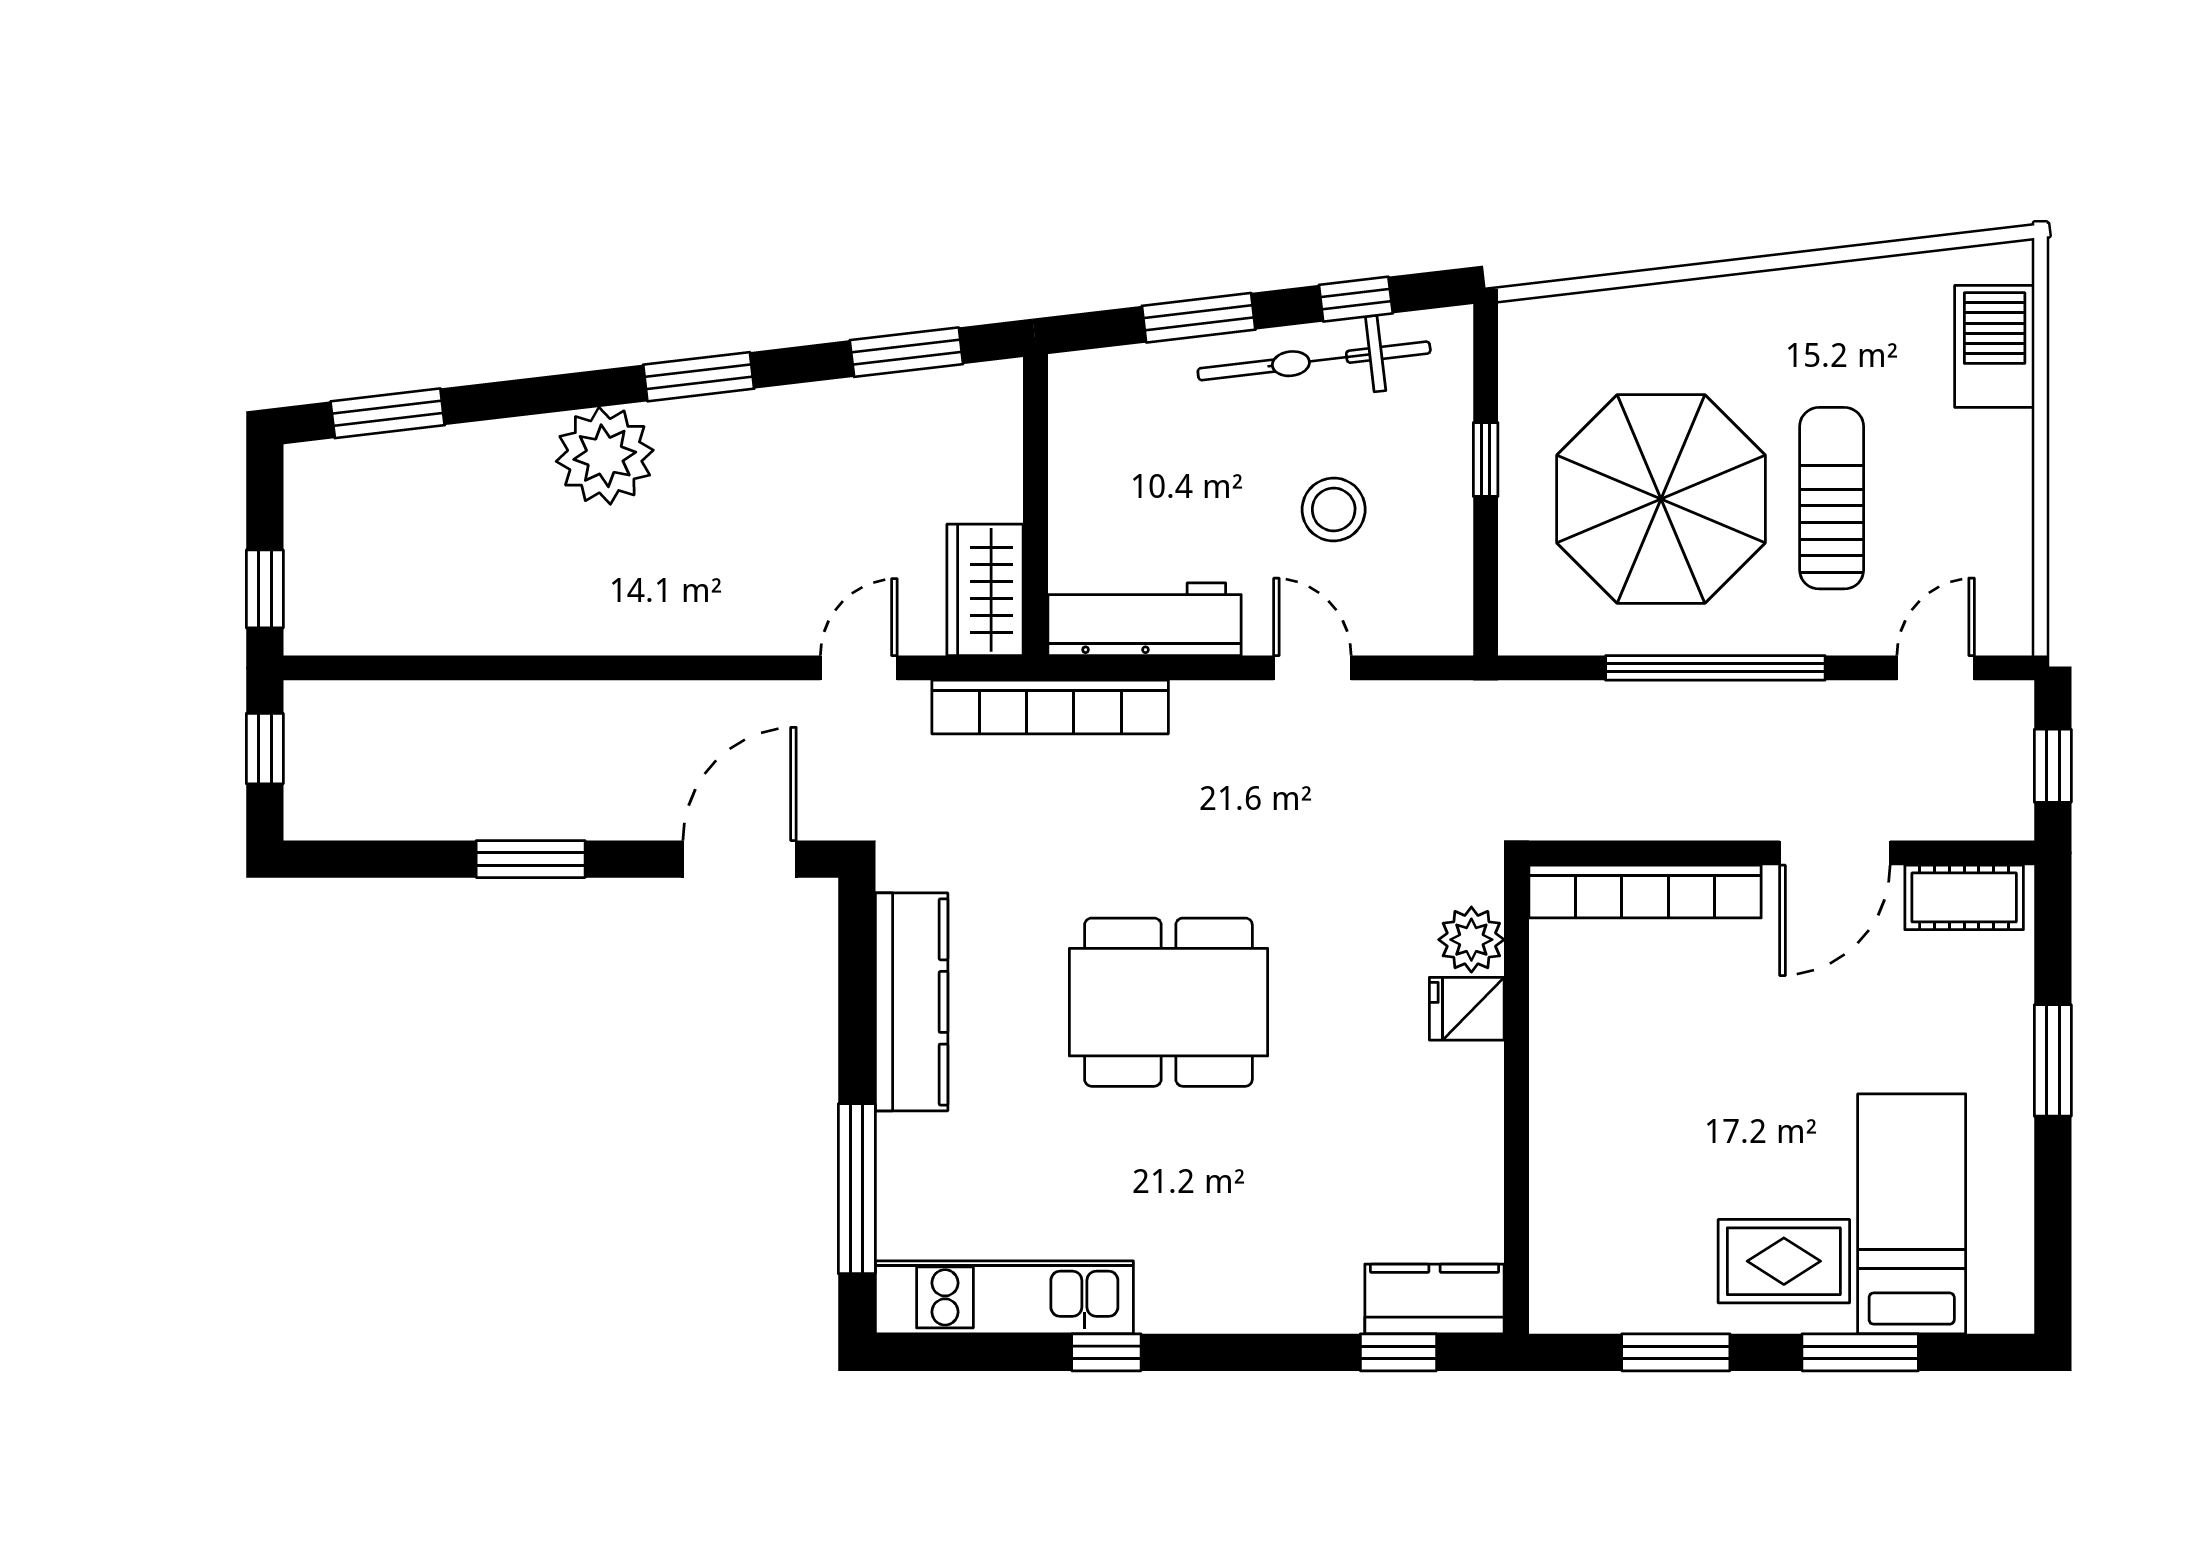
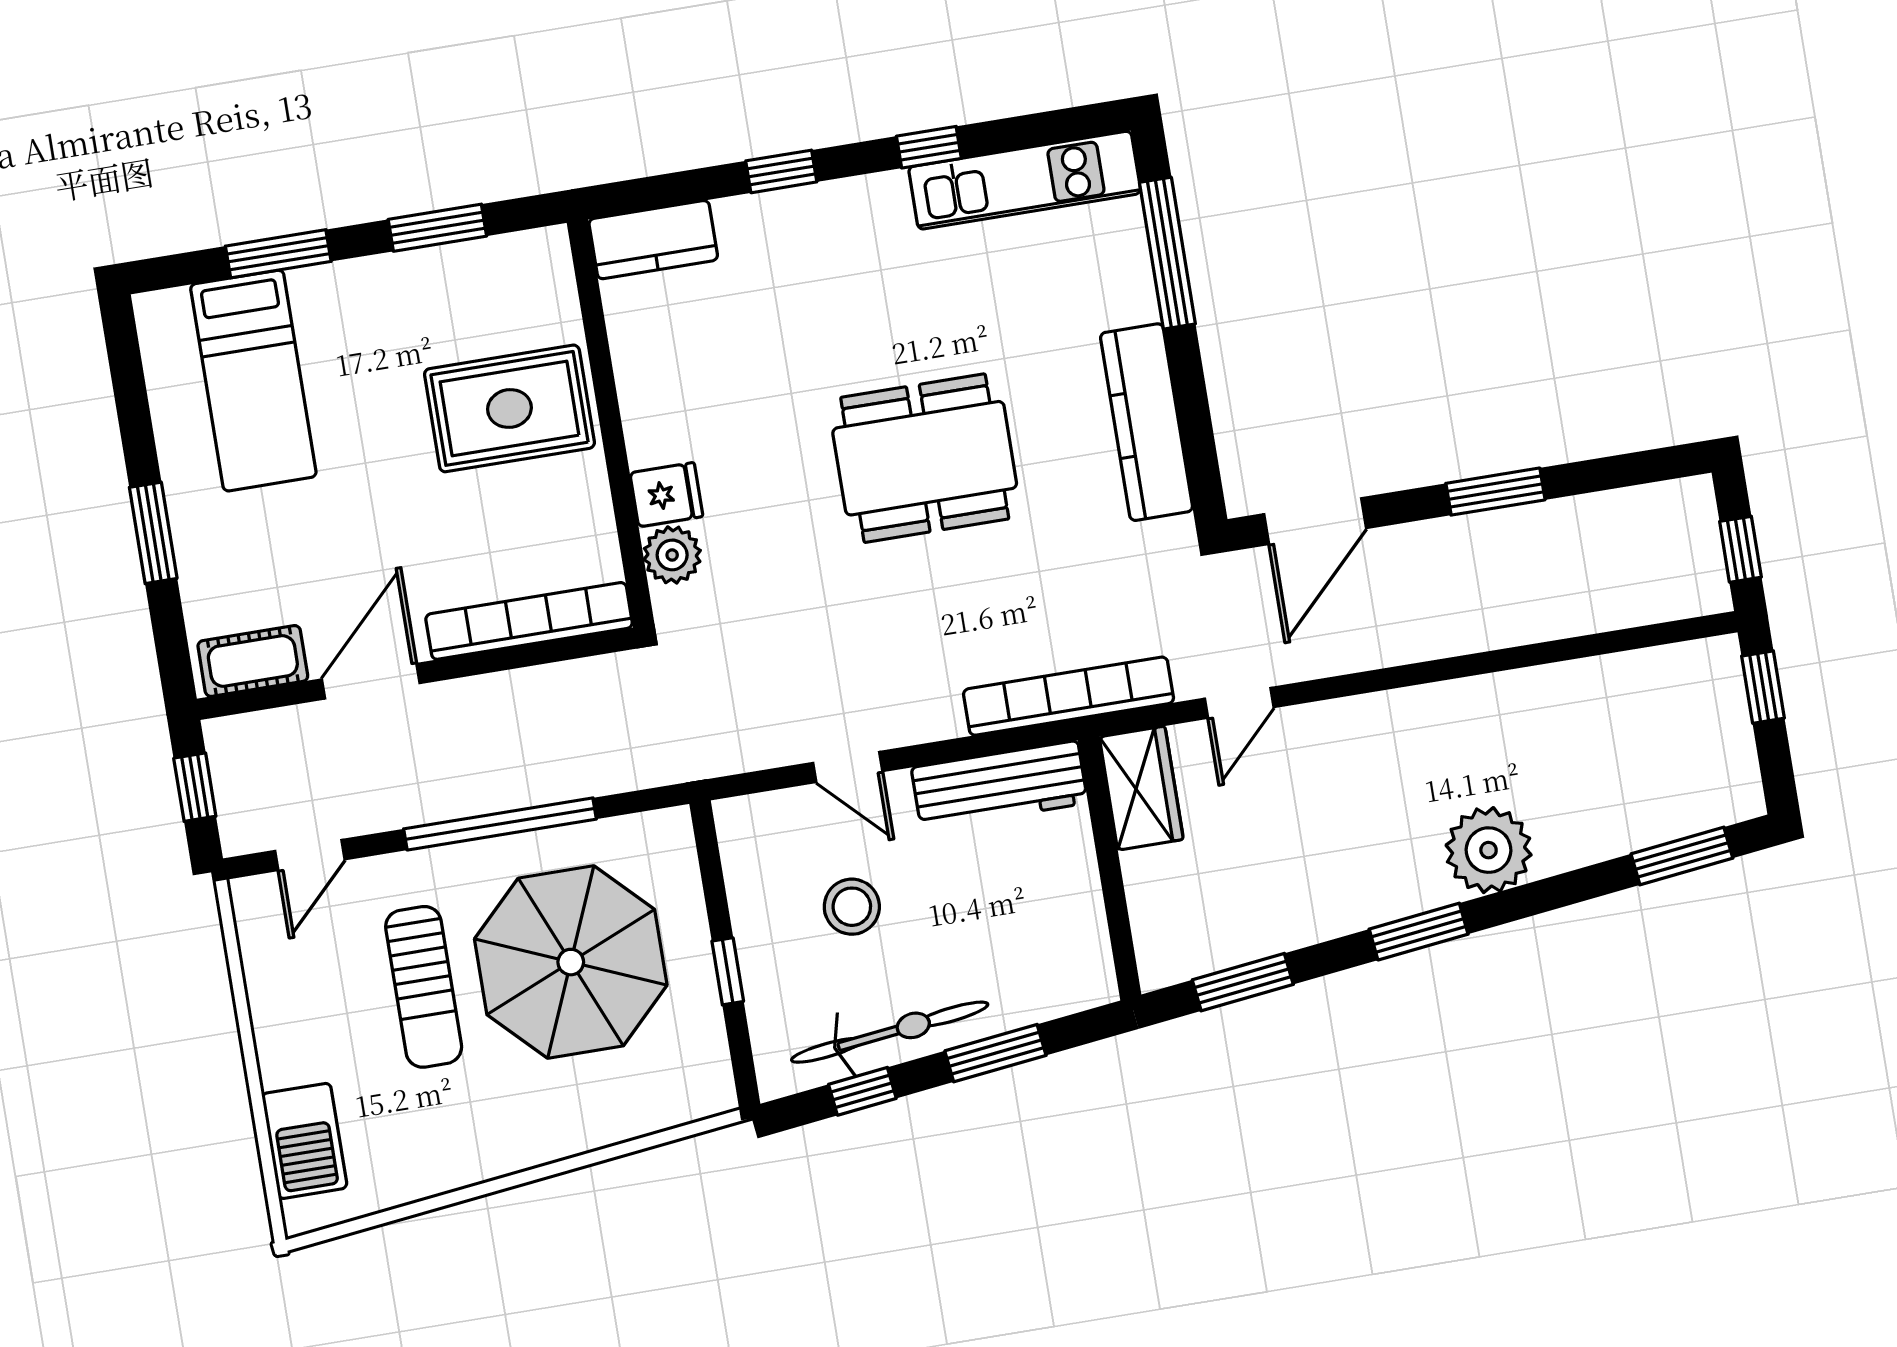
rug: (1784, 1261) -> (509, 408), moved, width x1.36, depth x1.43
window: (1398, 1352) -> (781, 171), moved

